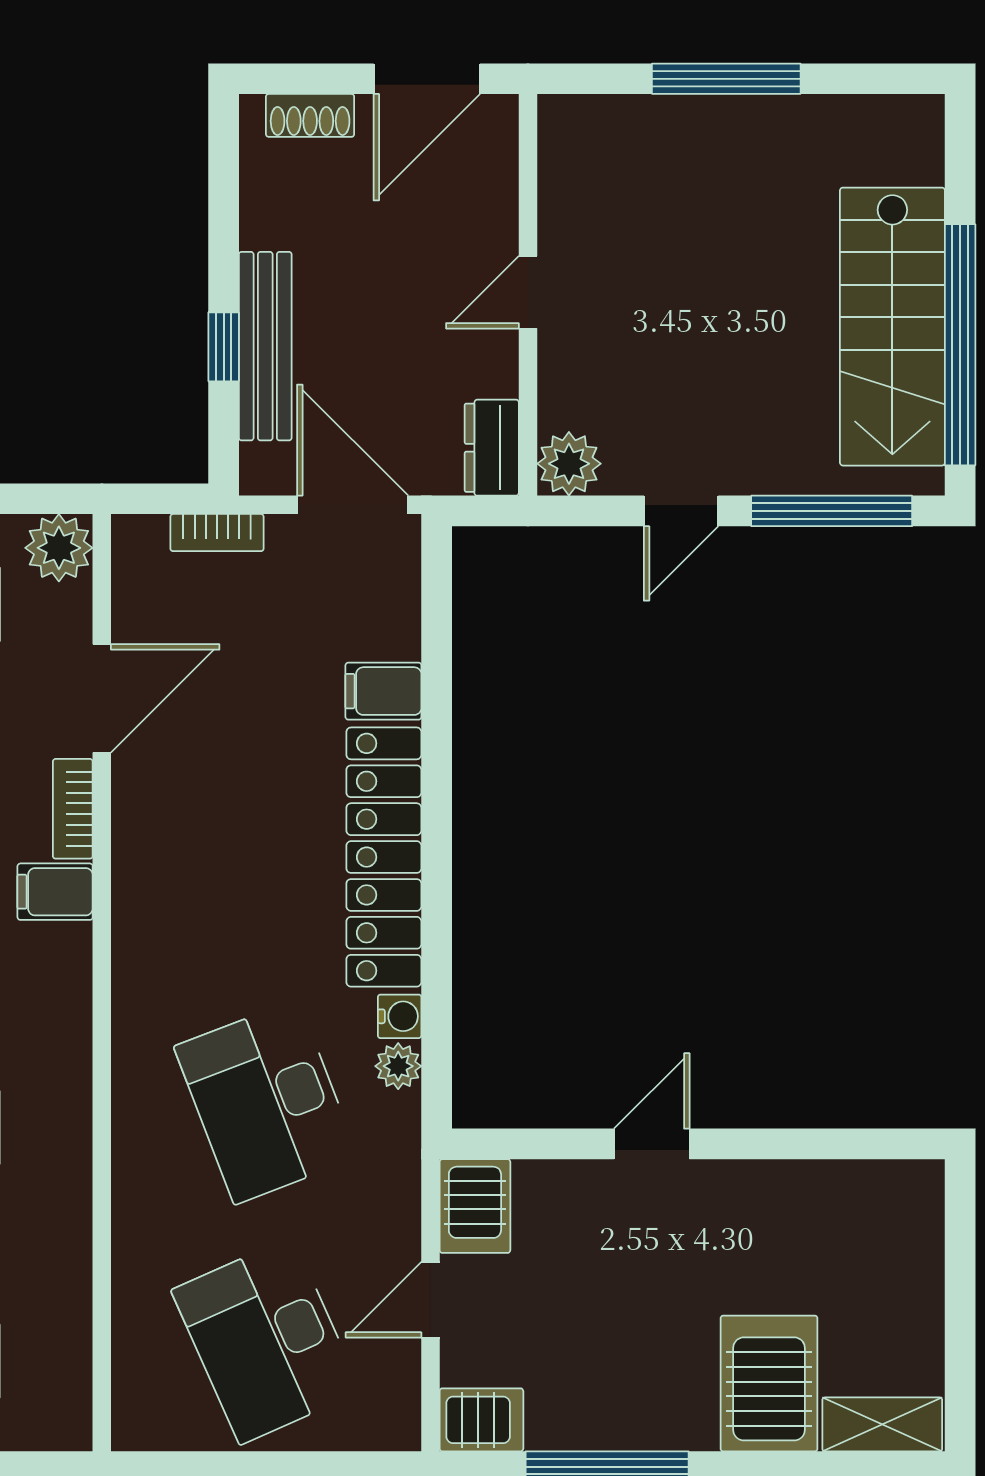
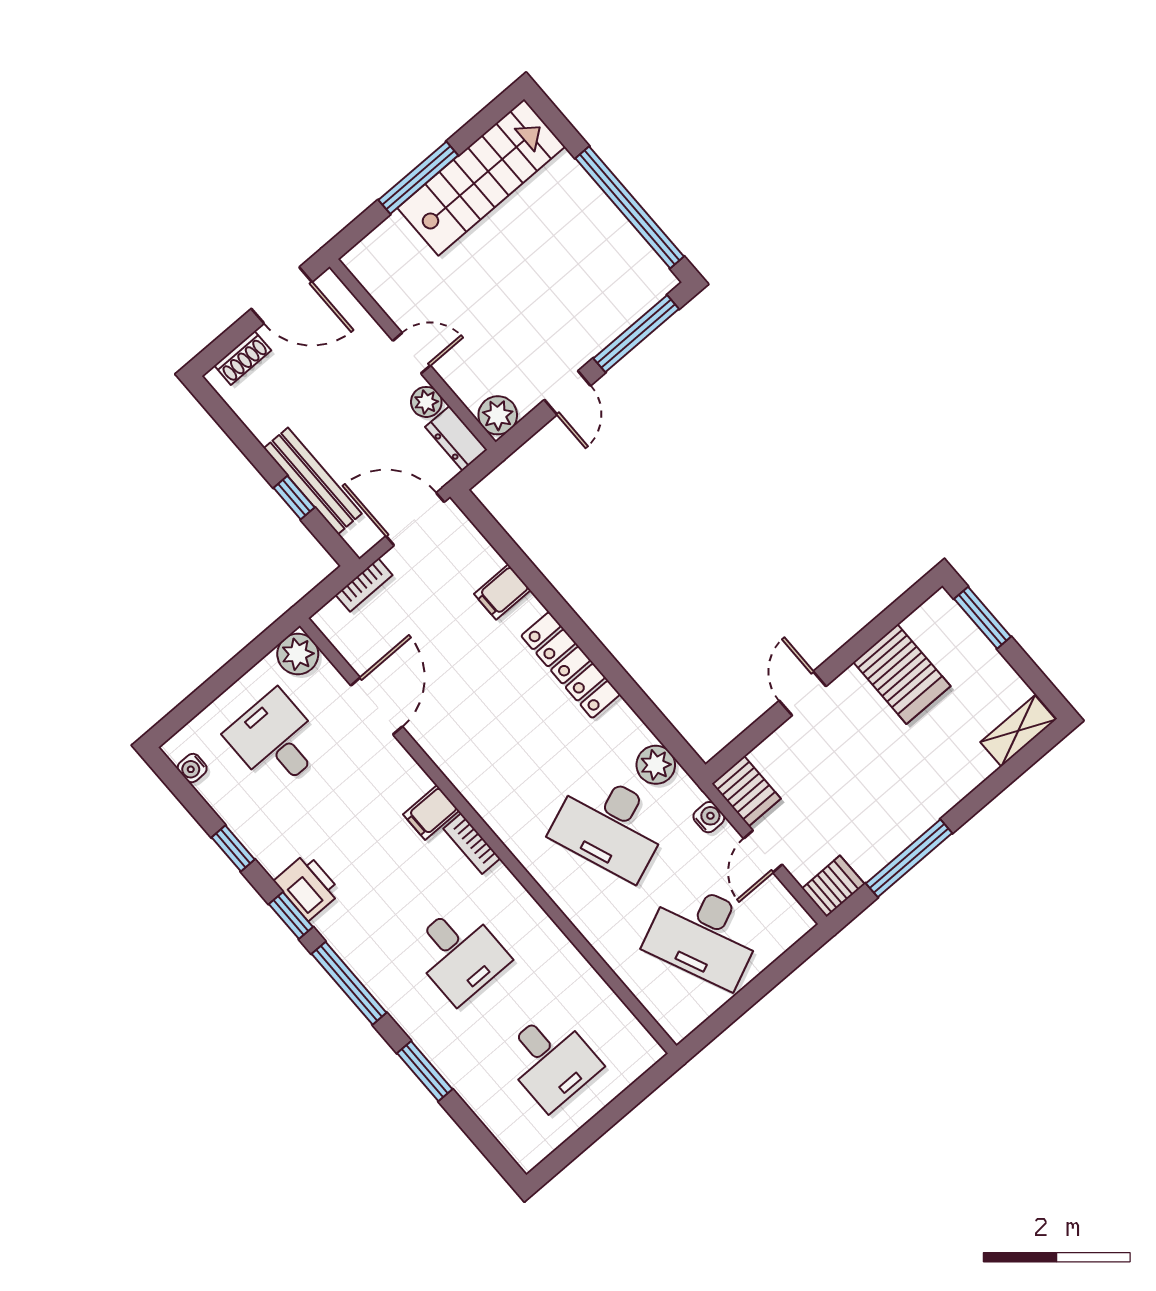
door: (427, 79) -> (282, 295), hinge flipped
door: (528, 292) -> (412, 353), swing flipped
stairs: (892, 327) -> (481, 177), moved, turned -90
plant: (494, 370) -> (426, 402), added
bookcase: (73, 809) -> (472, 843), moved
locker: (384, 857) -> (571, 665), width x0.71, depth x0.83
water cooler: (400, 1016) -> (709, 817), moved
plant: (398, 1066) -> (656, 765), width x1.38, depth x1.38
window: (960, 1244) -> (983, 618), added
server rack: (769, 1383) -> (902, 674), moved, turned 180

